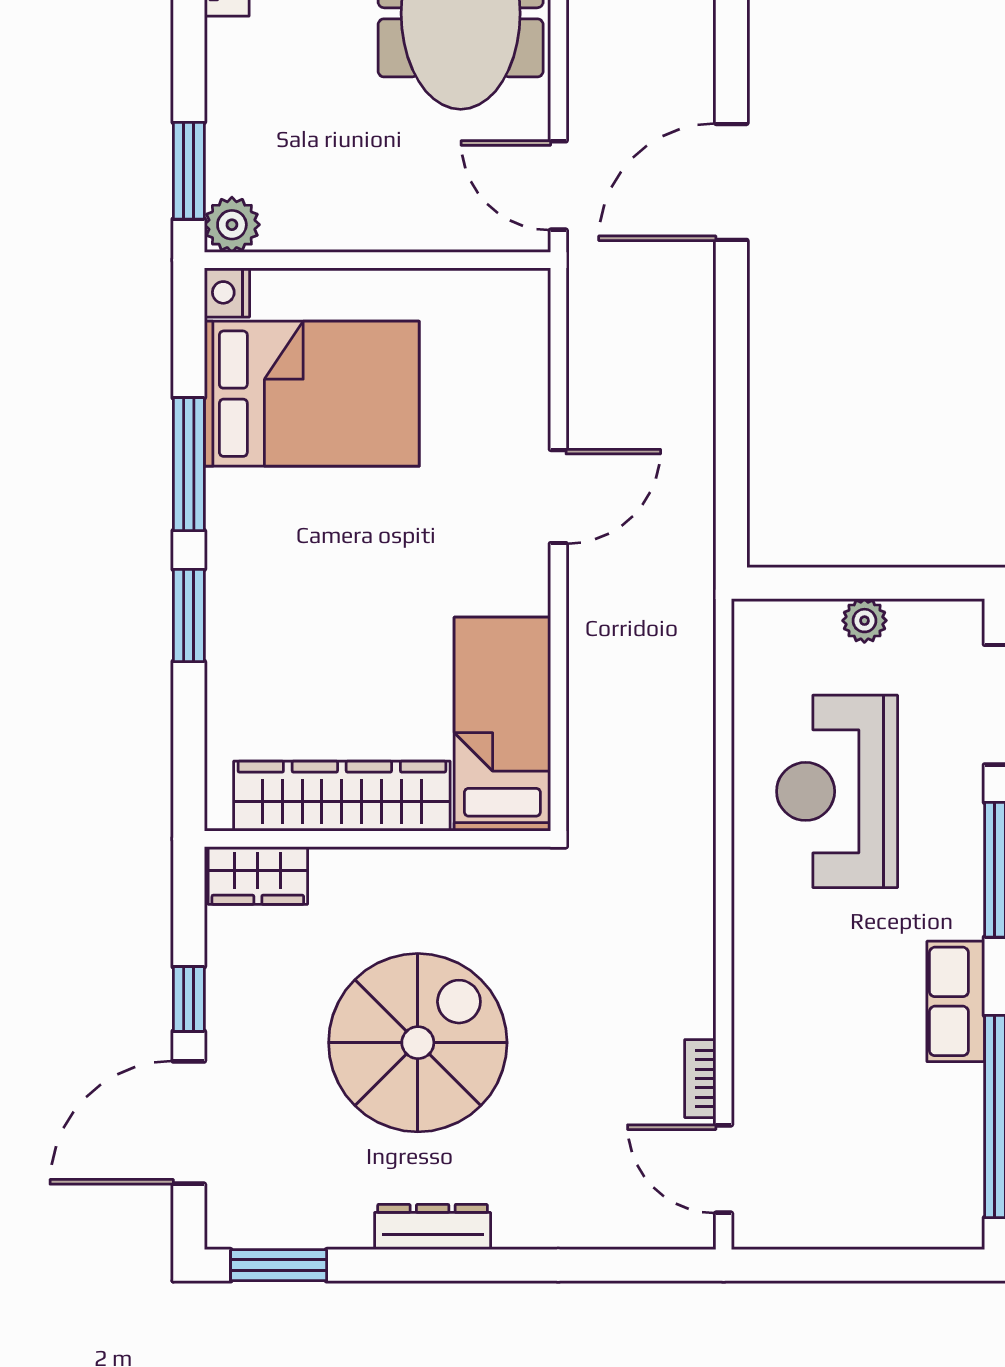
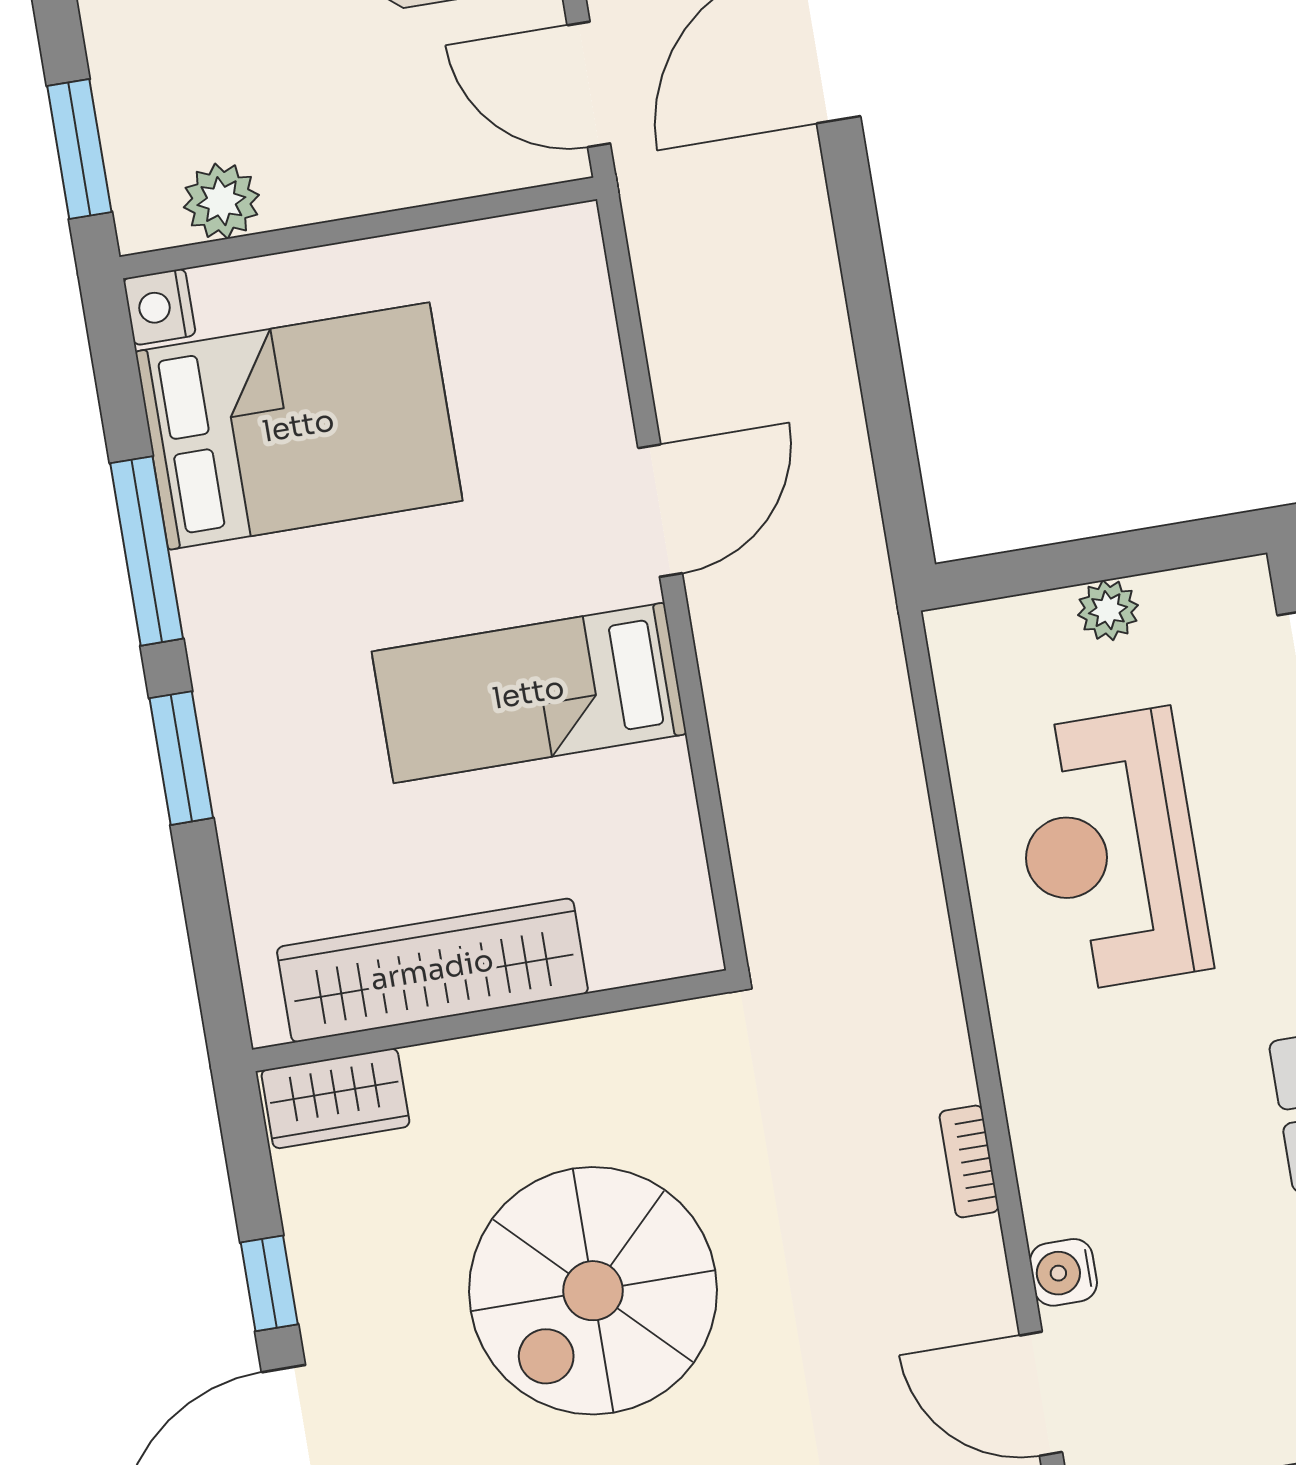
plant: (232, 225) -> (221, 201), moved
bed: (502, 724) -> (529, 693), moved, turned -90
spiral stairs: (418, 1043) -> (593, 1291), turned 180
bookcase: (700, 1079) -> (969, 1161), moved
water cooler: (754, 1085) -> (1063, 1272), added

